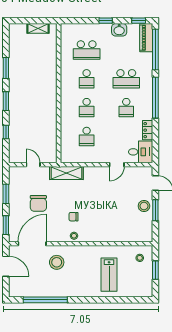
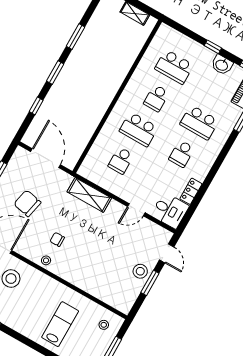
window: (155, 98) -> (219, 161), removed
school desk: (87, 108) -> (139, 129), width x1.85
door: (33, 165) -> (46, 158), width x1.88
shelving: (66, 173) -> (89, 195), moved
chair: (38, 203) -> (27, 203), turned 102
lab bench: (109, 275) -> (60, 324), turned 180

